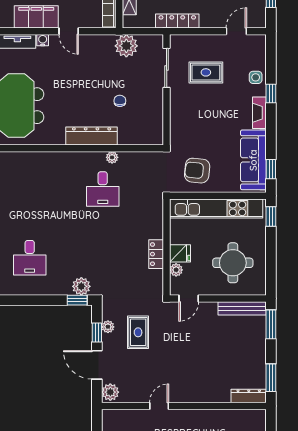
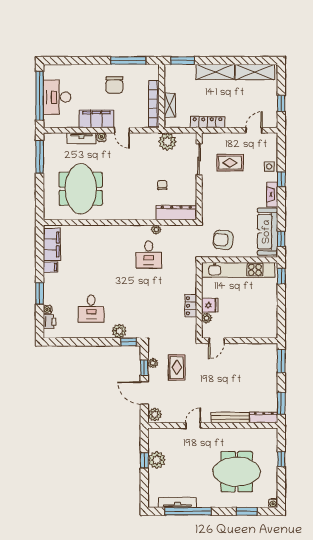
dresser: (92, 136) -> (176, 213), moved
round table: (233, 263) -> (251, 313), removed
plant: (81, 286) -> (119, 331), moved
bench: (242, 308) -> (230, 418), moved

